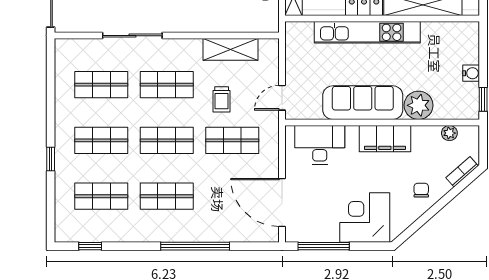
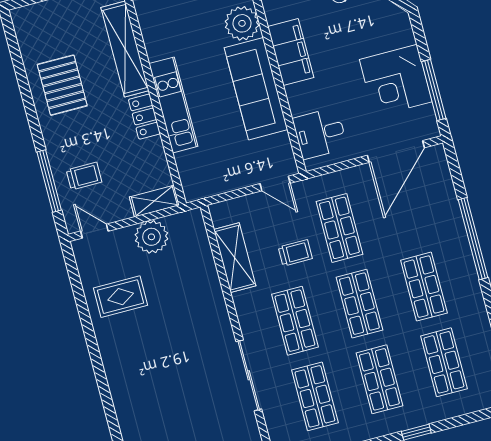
kitchen unit: (367, 32) -> (173, 105), width x0.73
desk: (320, 145) -> (320, 133), width x0.73
corner desk: (365, 217) -> (396, 81), moved

